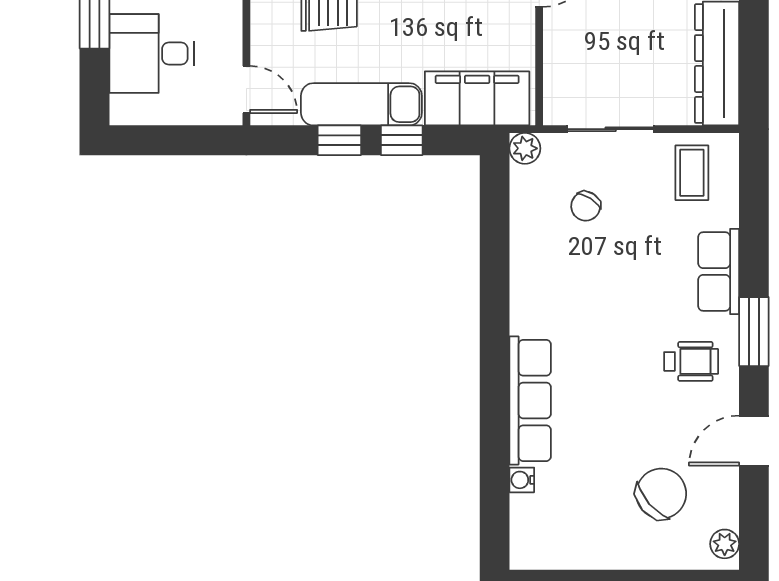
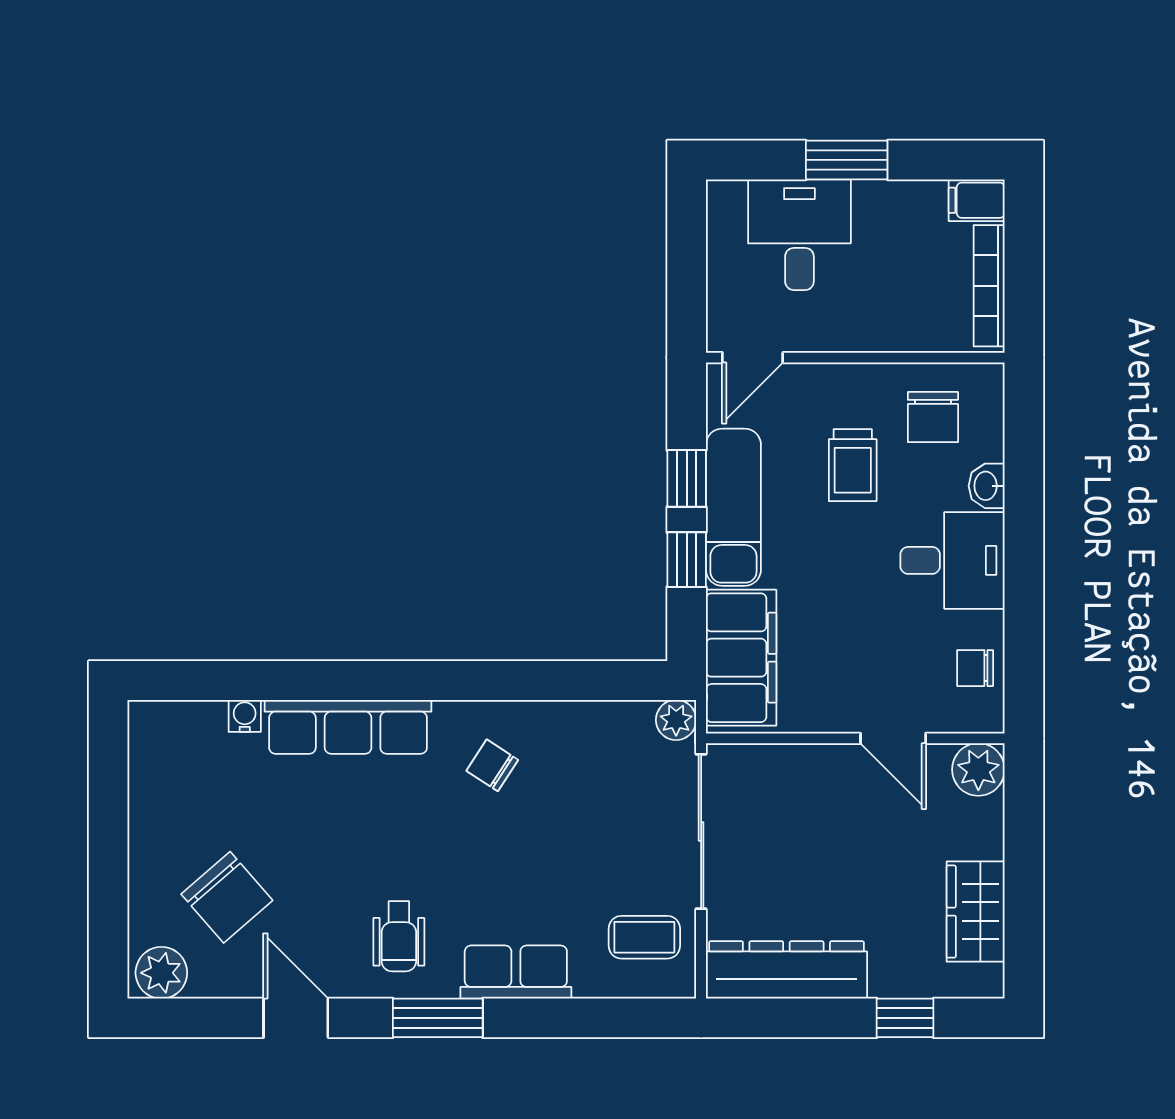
sliding door: (611, 129) -> (701, 832), width x1.37
chair: (586, 206) -> (492, 765), moved
plant: (725, 544) -> (161, 973), width x1.38, depth x1.38

